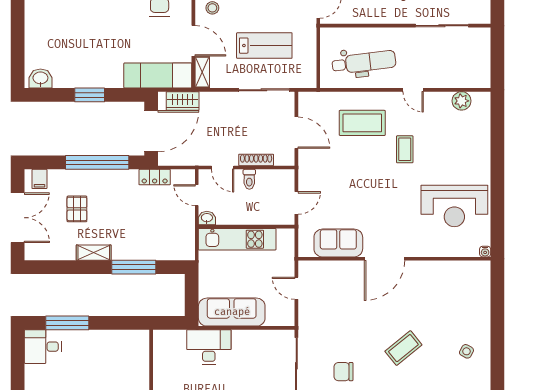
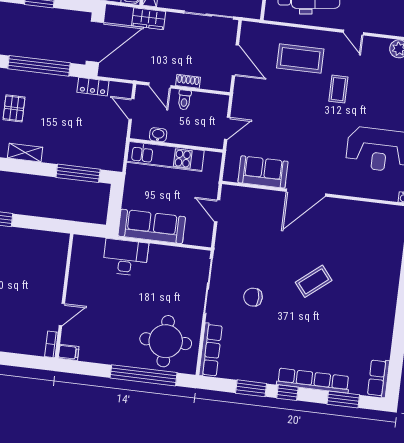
wardrobe: (183, 101) -> (149, 19), moved
shoe rack: (256, 160) -> (188, 81), width x0.70
washbasin: (207, 218) -> (158, 135), moved
window: (134, 267) -> (78, 173), moved
side table: (466, 351) -> (374, 292), removed

